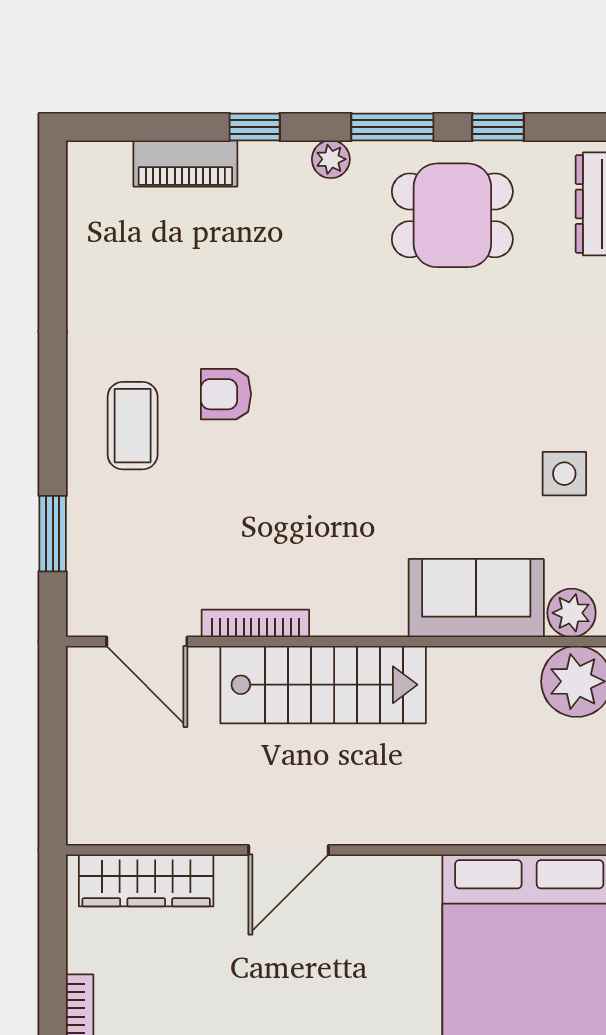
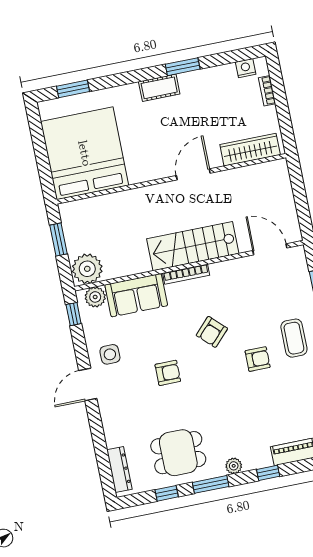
armchair: (439, 404) -> (168, 373), added
armchair: (319, 478) -> (212, 332), added
bookcase: (255, 623) -> (186, 274), moved

